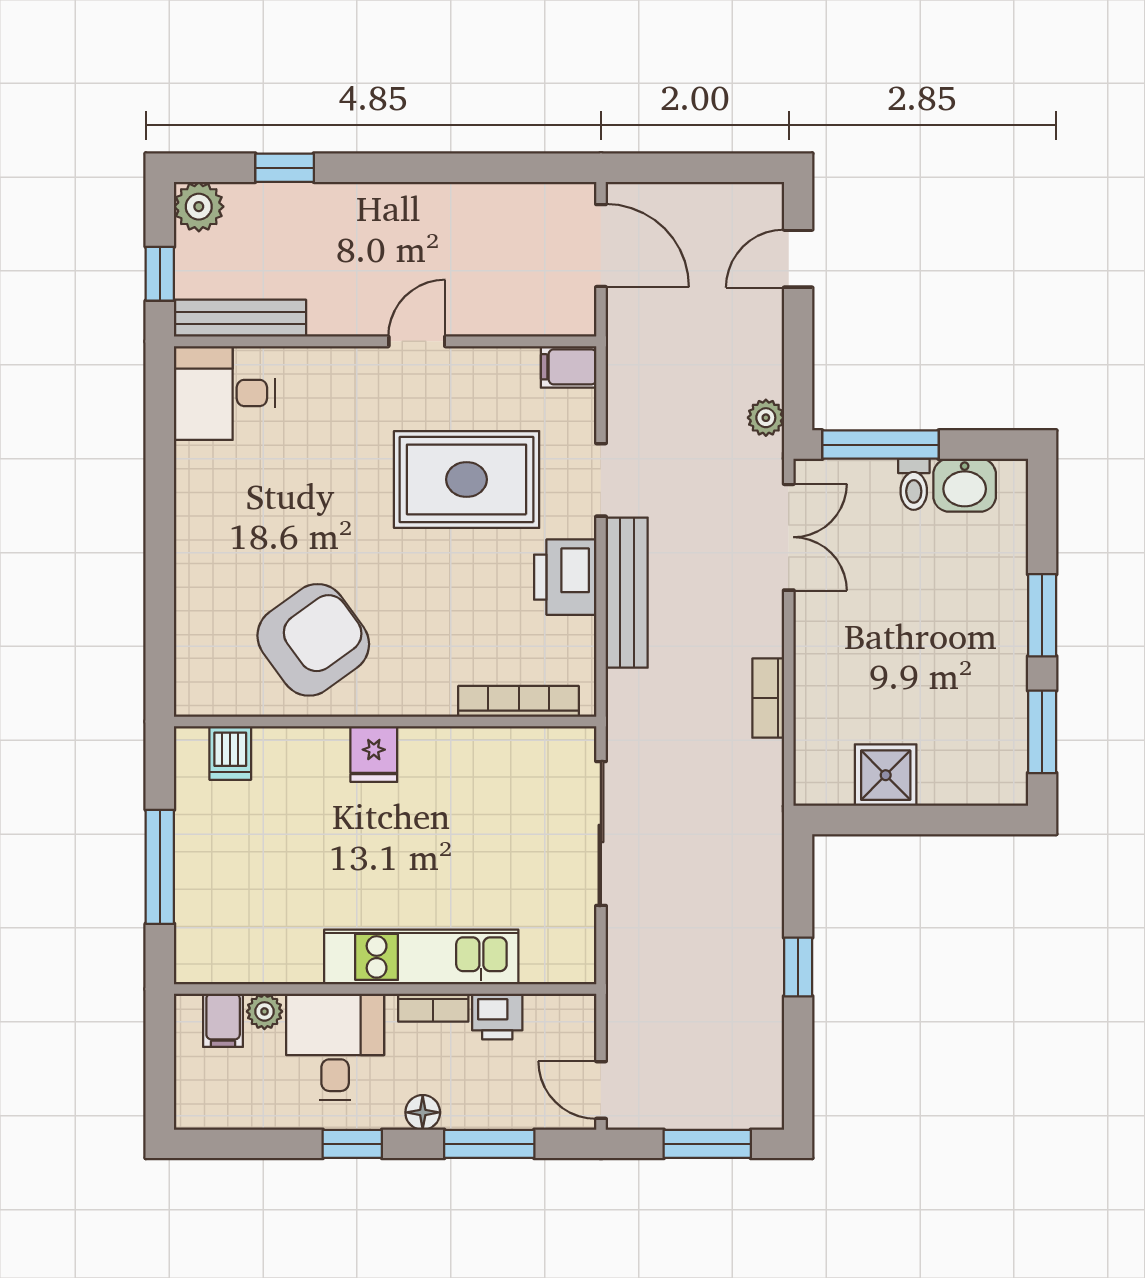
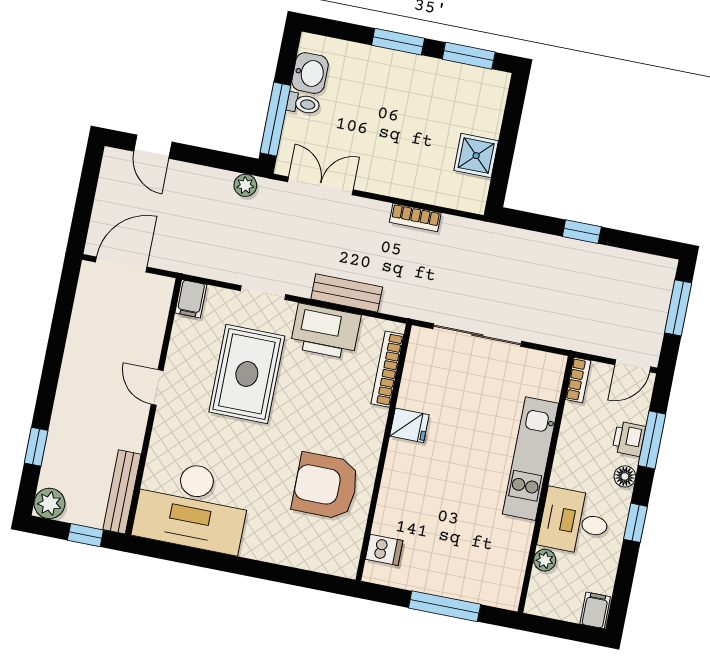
desk: (225, 393) -> (192, 506), width x1.87, depth x1.30
printer: (565, 577) -> (326, 331), width x1.37, depth x1.19
bench: (627, 593) -> (347, 293), width x0.73
armchair: (313, 640) -> (326, 486), turned -54
fridge: (374, 754) -> (409, 425), moved
bookcase: (433, 1008) -> (578, 380), moved
printer: (497, 1017) -> (629, 439), moved, turned 180
filing cabinet: (223, 1020) -> (595, 610), moved, turned -90

